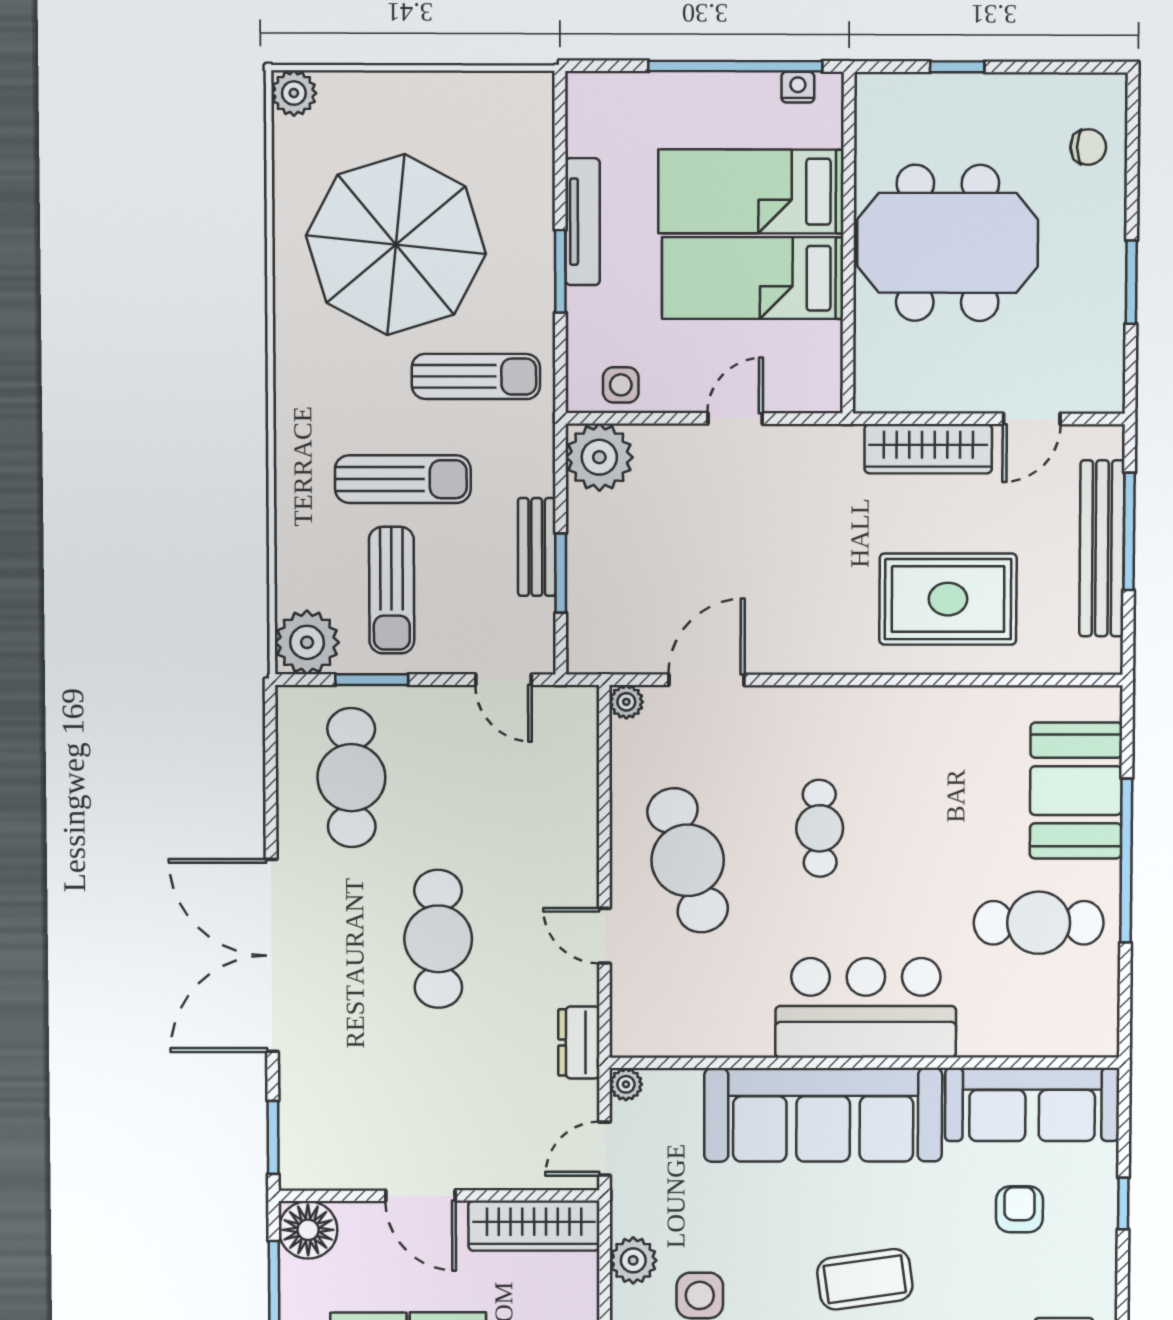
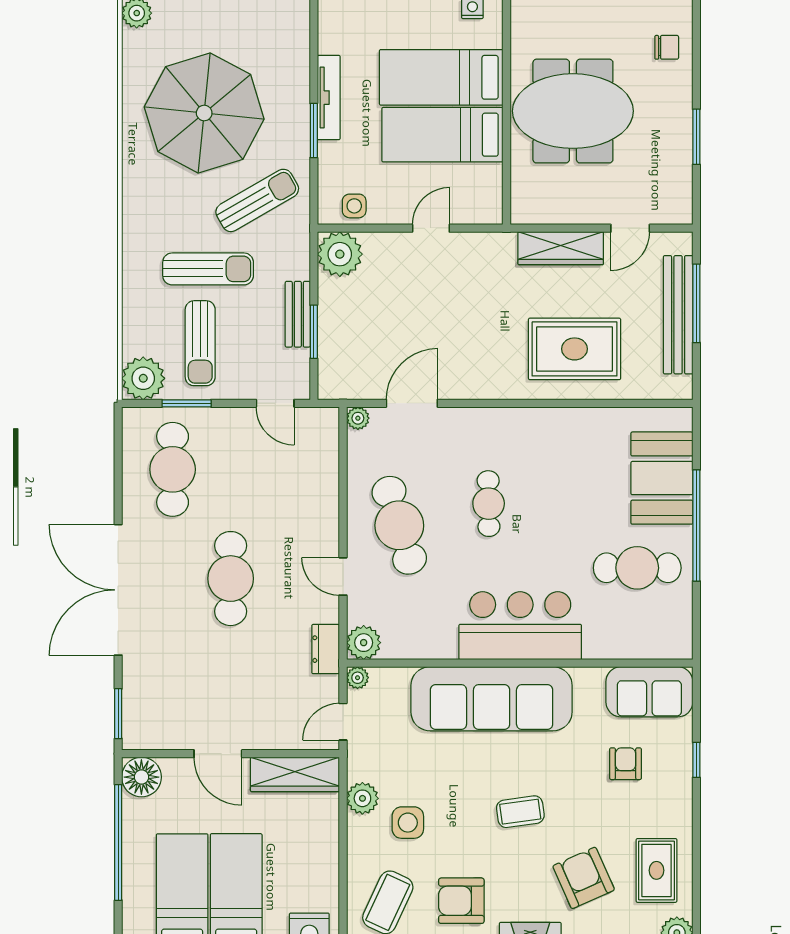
sun lounger: (476, 376) -> (257, 200), turned -30
plant: (635, 1033) -> (364, 643), added
sofa: (1032, 1104) -> (649, 692), width x0.73
coffee table: (865, 1279) -> (520, 812), width x0.73, depth x0.77

